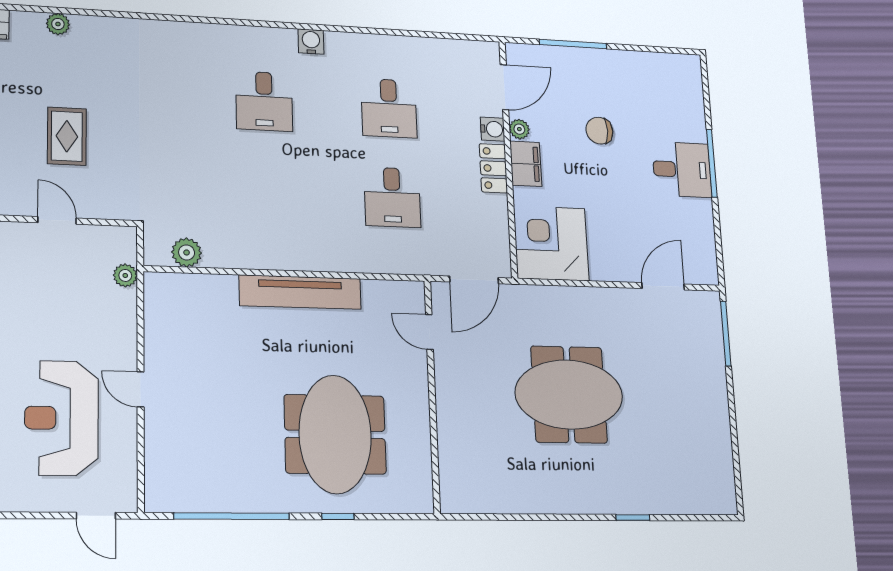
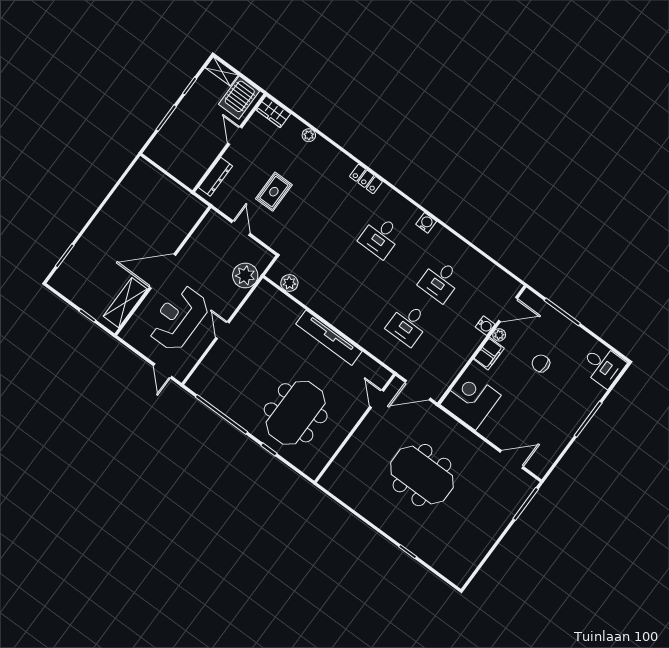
locker: (493, 168) -> (366, 179), moved, turned -90
desk: (682, 170) -> (603, 366), moved
plant: (125, 275) -> (245, 275), width x1.88, depth x1.88

